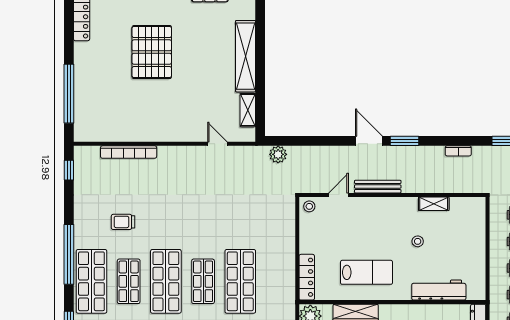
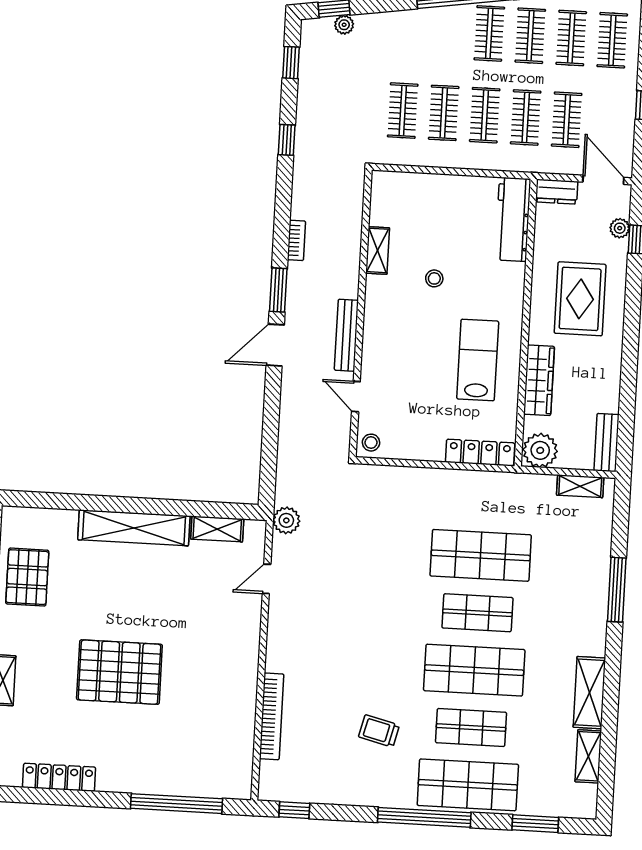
bookcase: (458, 151) -> (296, 240), moved
plant: (278, 154) -> (286, 520), moved
trolley: (123, 222) -> (379, 731), turned 104
workbench: (439, 290) -> (513, 219), moved

